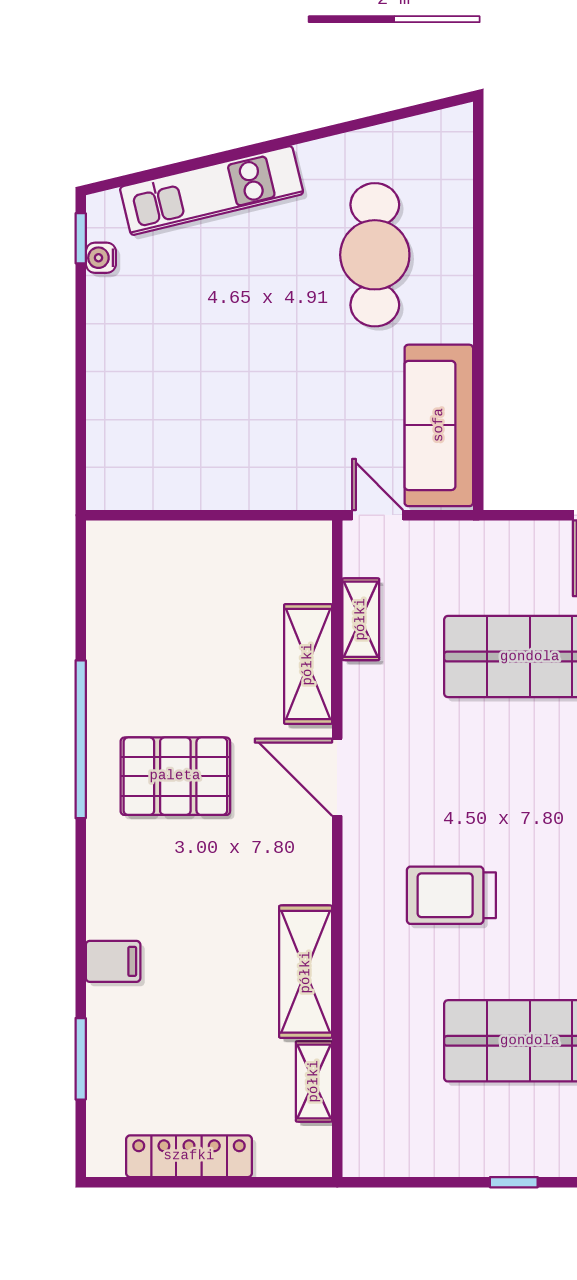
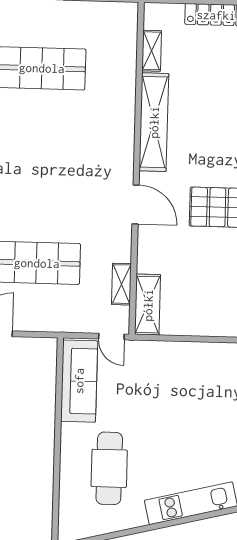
shelving: (308, 664) -> (148, 305), moved
trolley: (451, 895) -> (79, 143), removed
shelving: (306, 972) -> (154, 122), width x1.47

